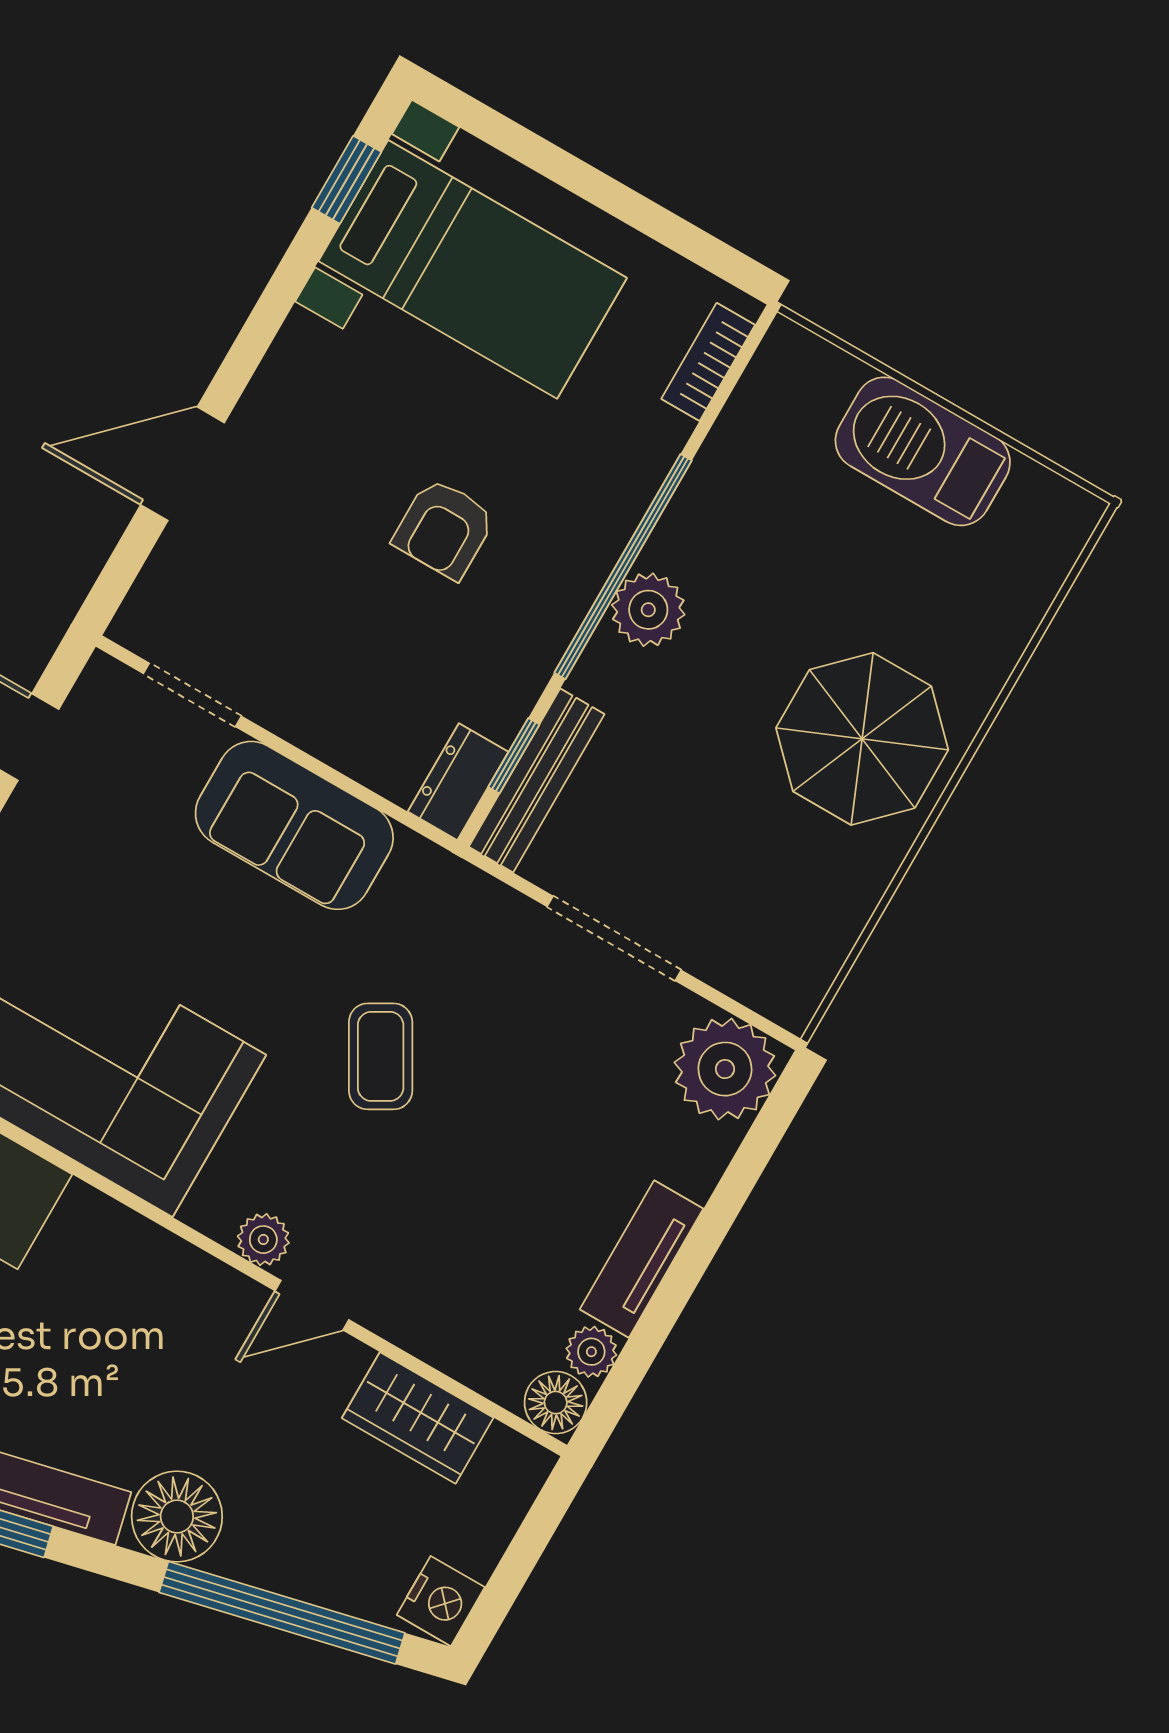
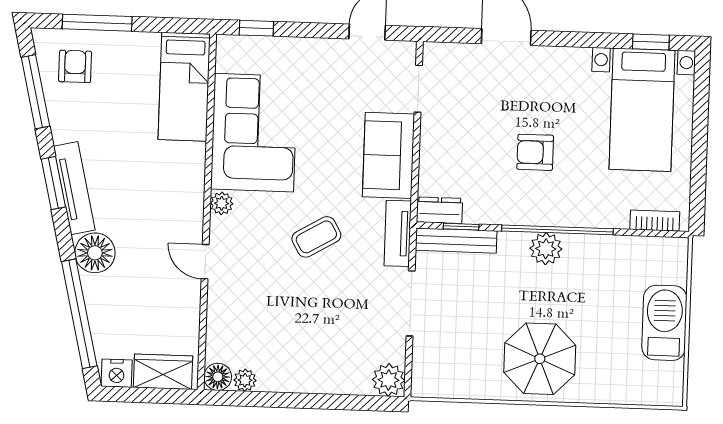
plant: (725, 1069) -> (389, 380), width x0.73, depth x0.73
plant: (263, 1240) -> (222, 203), moved
tv unit: (642, 1259) -> (398, 233), moved, turned -90
wardrobe: (418, 1418) -> (163, 372), moved, turned 90

